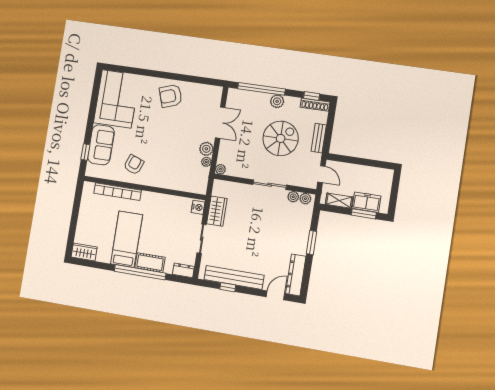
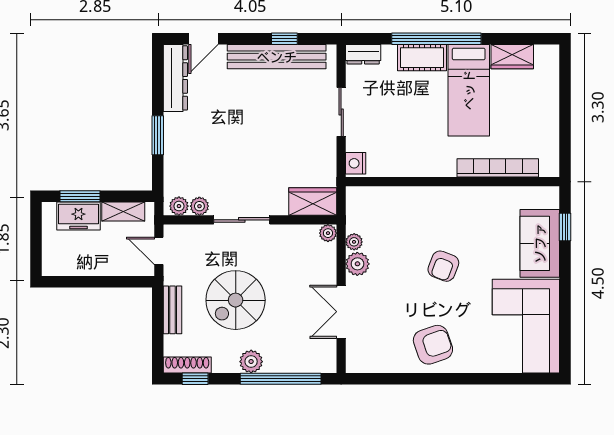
armchair: (134, 165) -> (443, 266), moved
wardrobe: (217, 211) -> (313, 202), moved, turned 90
wardrobe: (84, 252) -> (512, 57), moved

